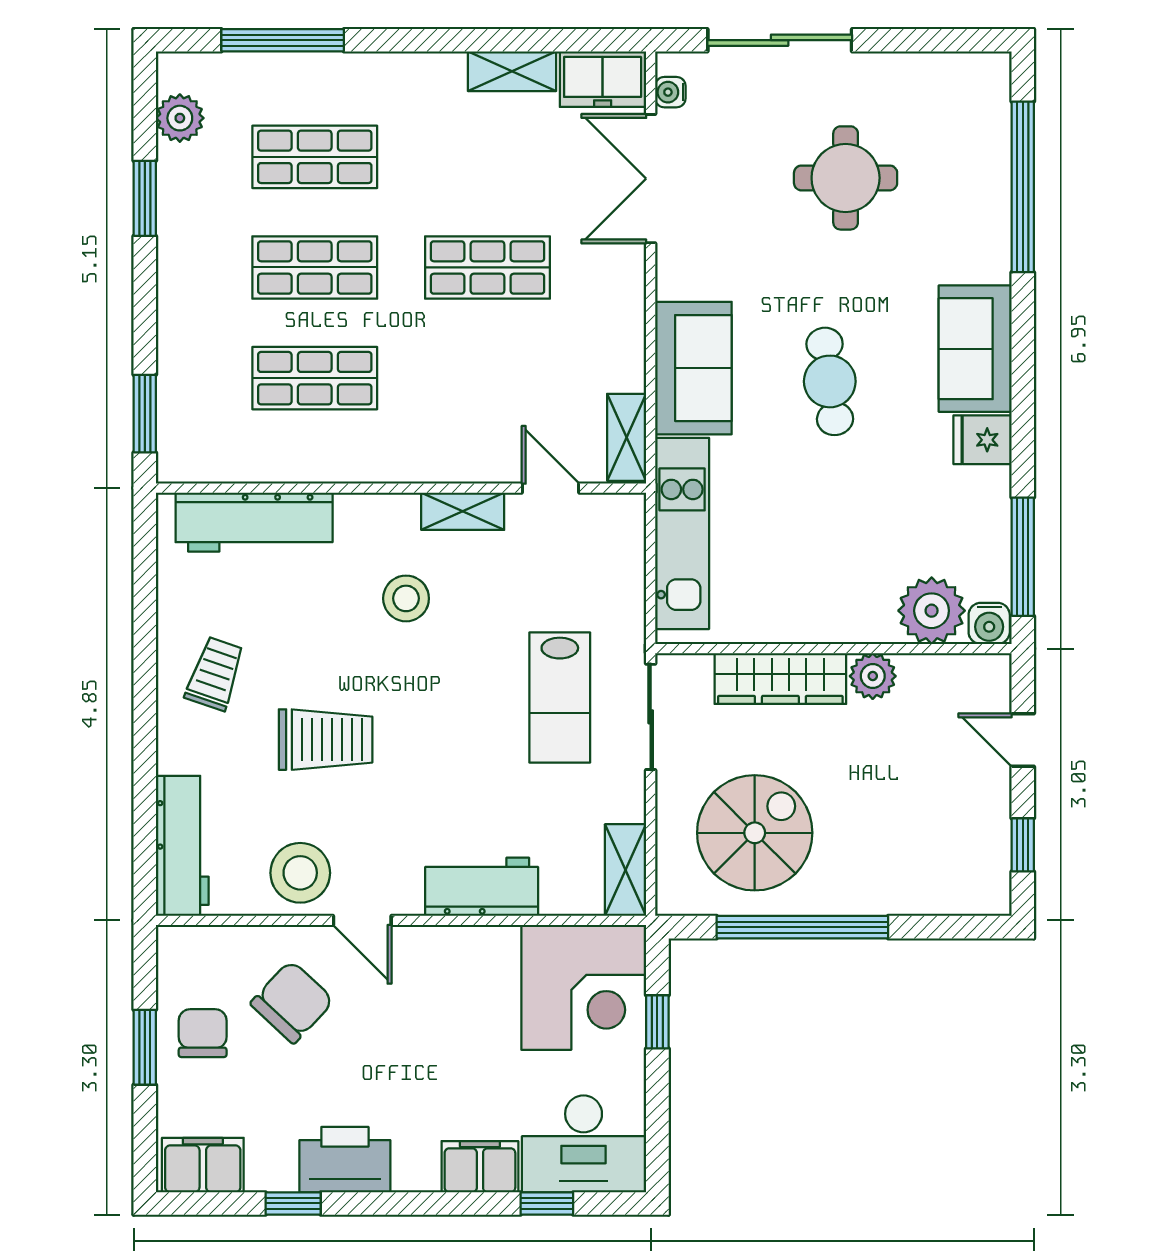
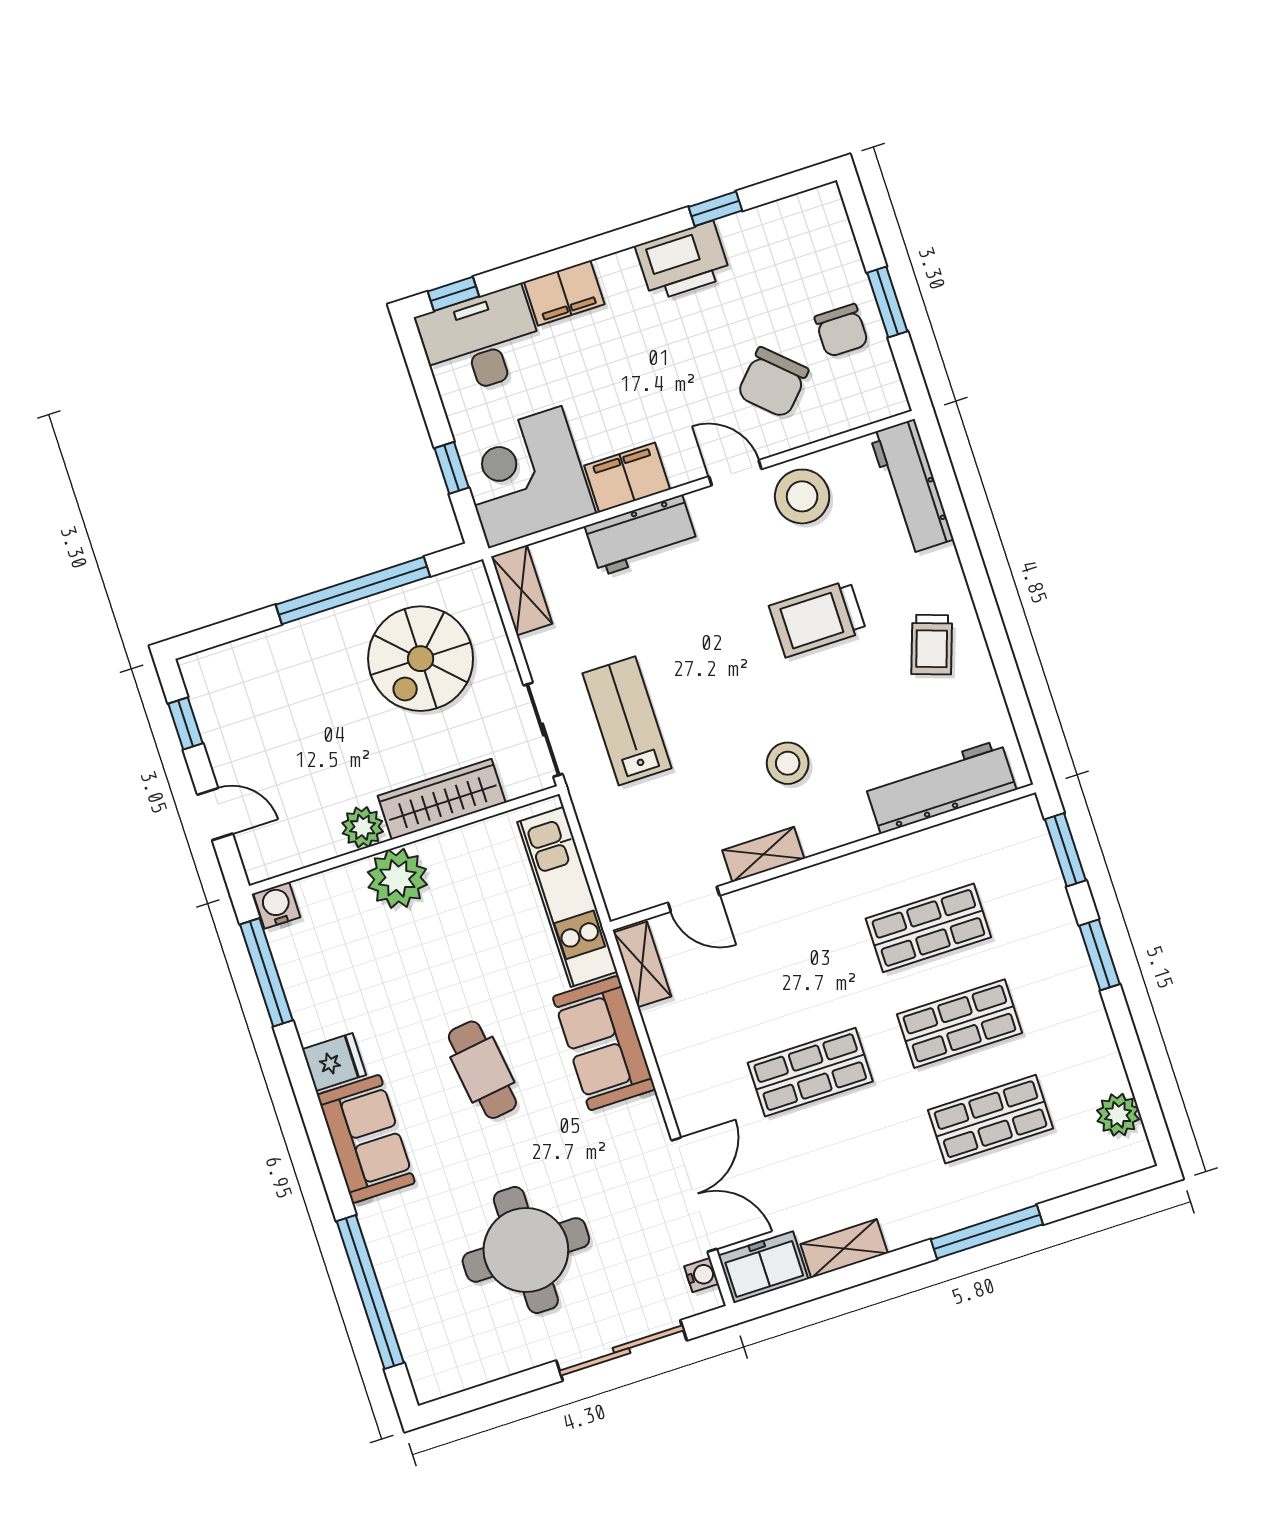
window: (283, 40) -> (987, 1232), moved
round table: (846, 178) -> (526, 1250), width x1.36, depth x1.36
window: (145, 198) -> (1099, 955), moved
plant: (932, 611) -> (397, 878), moved
filing cabinet: (203, 1165) -> (627, 477), moved, turned 180
window: (547, 1203) -> (453, 294), moved

